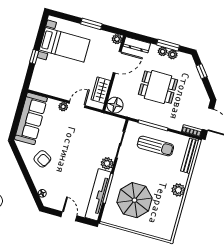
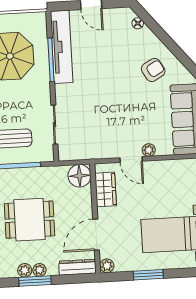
door: (77, 104) -> (131, 159), hinge flipped
armchair: (42, 159) -> (153, 70), turned 121
plant: (107, 163) -> (64, 93), removed

